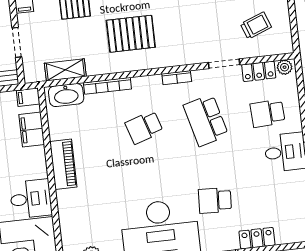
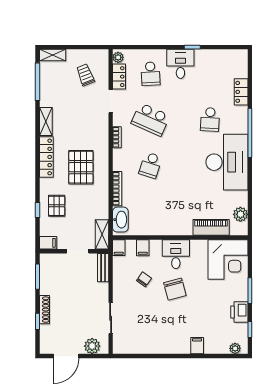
shelving: (65, 70) -> (102, 234), moved
school desk: (206, 120) -> (151, 119), turned 39
school desk: (144, 127) -> (151, 165), turned 36
filing cabinet: (32, 130) -> (143, 248), width x0.50
piano: (63, 164) -> (211, 227), moved
desk: (31, 199) -> (176, 254), moved

